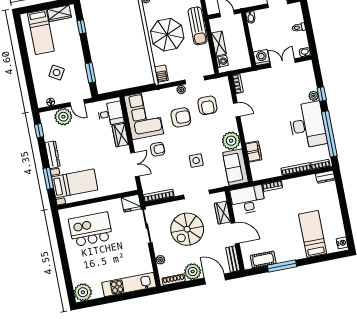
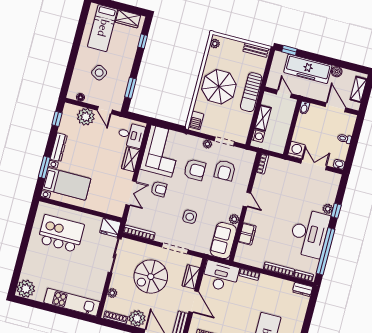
door: (237, 110) -> (247, 200), moved
plant: (231, 141) -> (234, 219), width x0.53, depth x0.53

